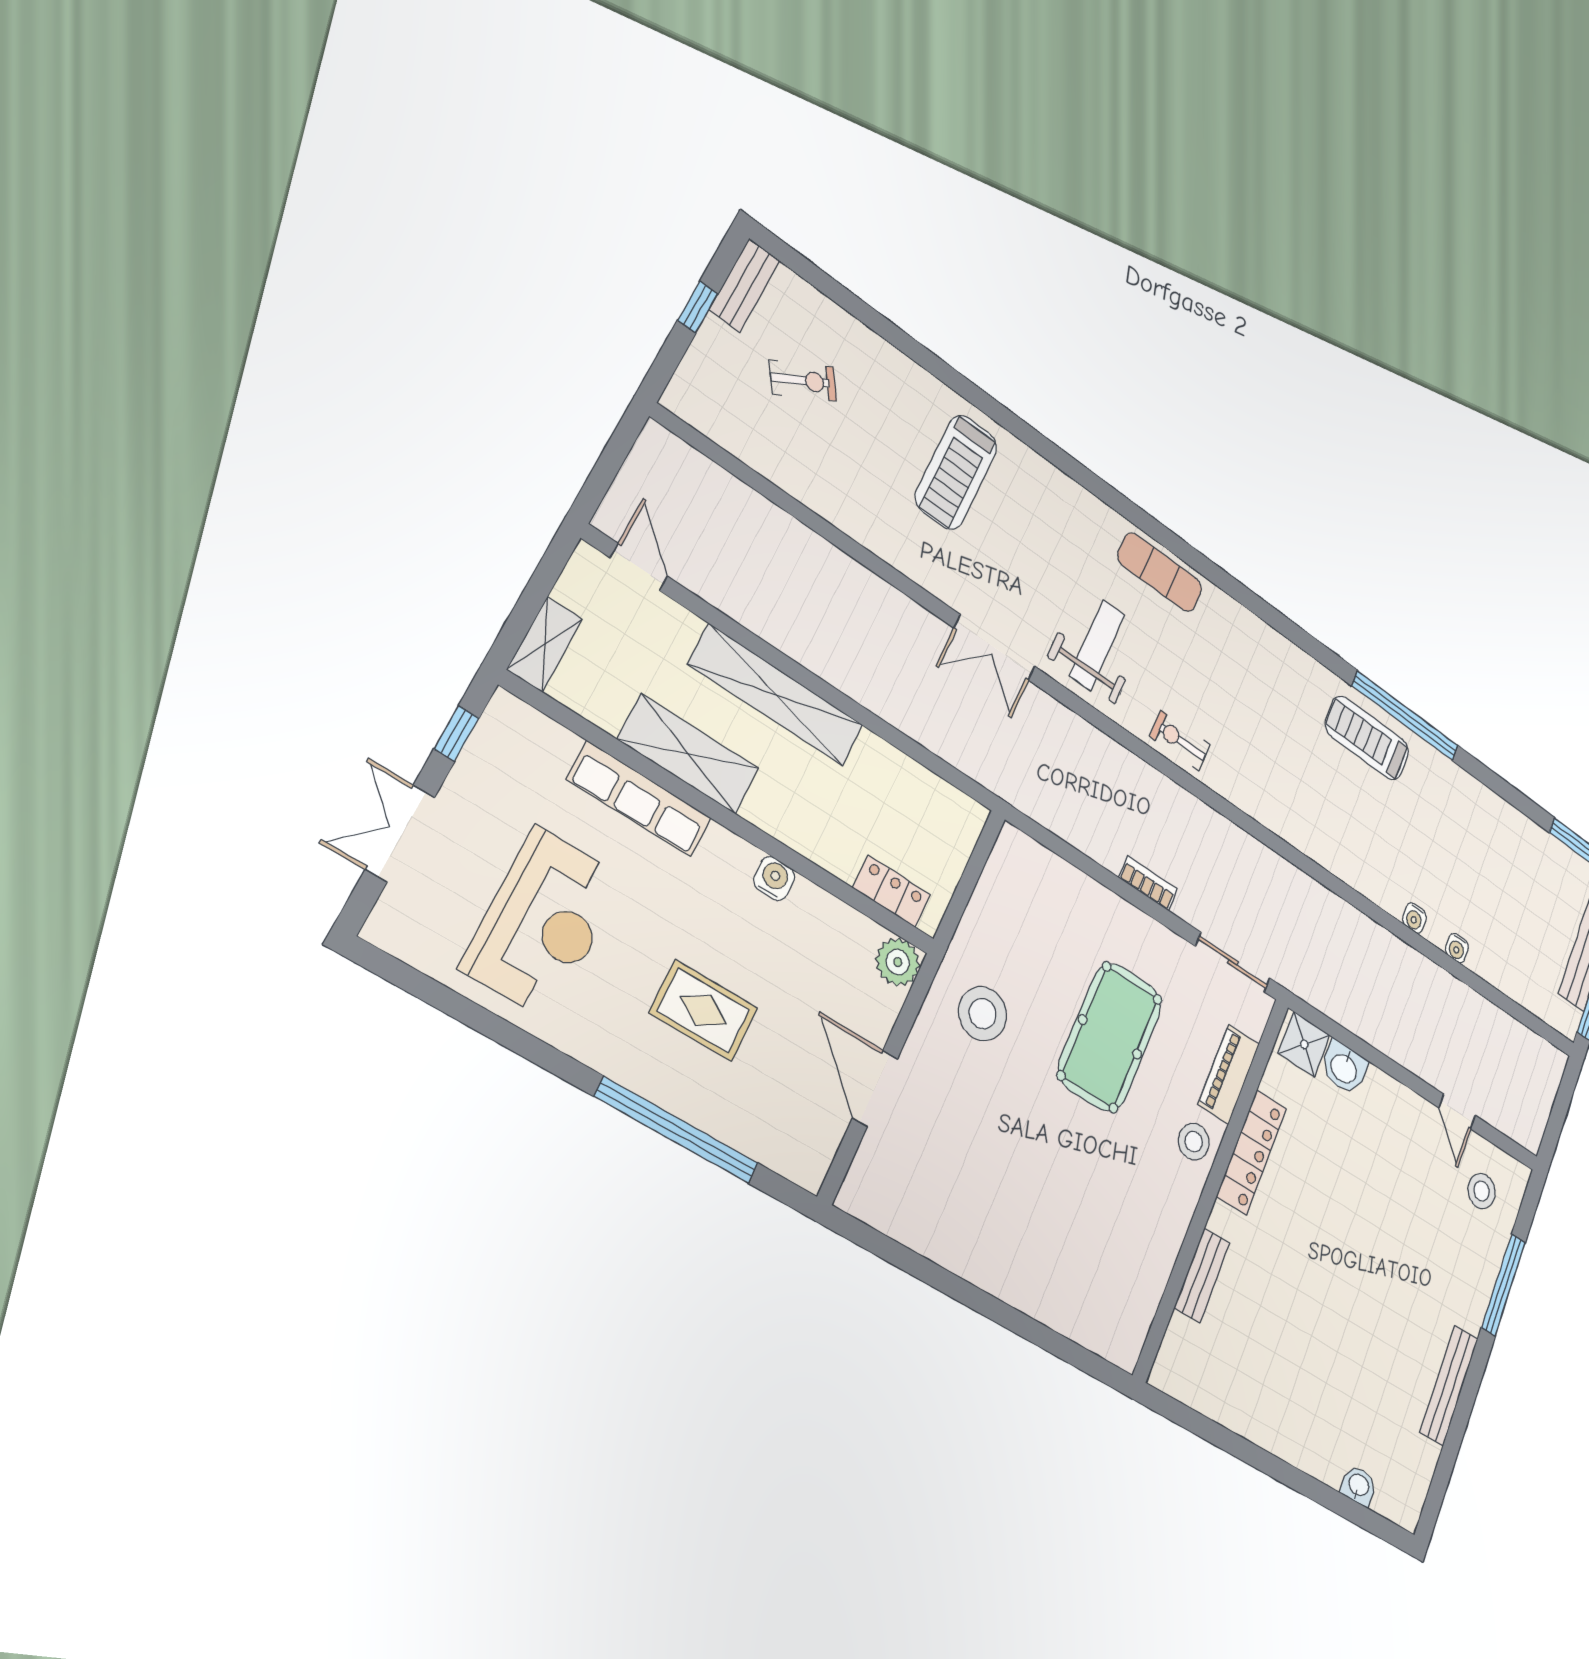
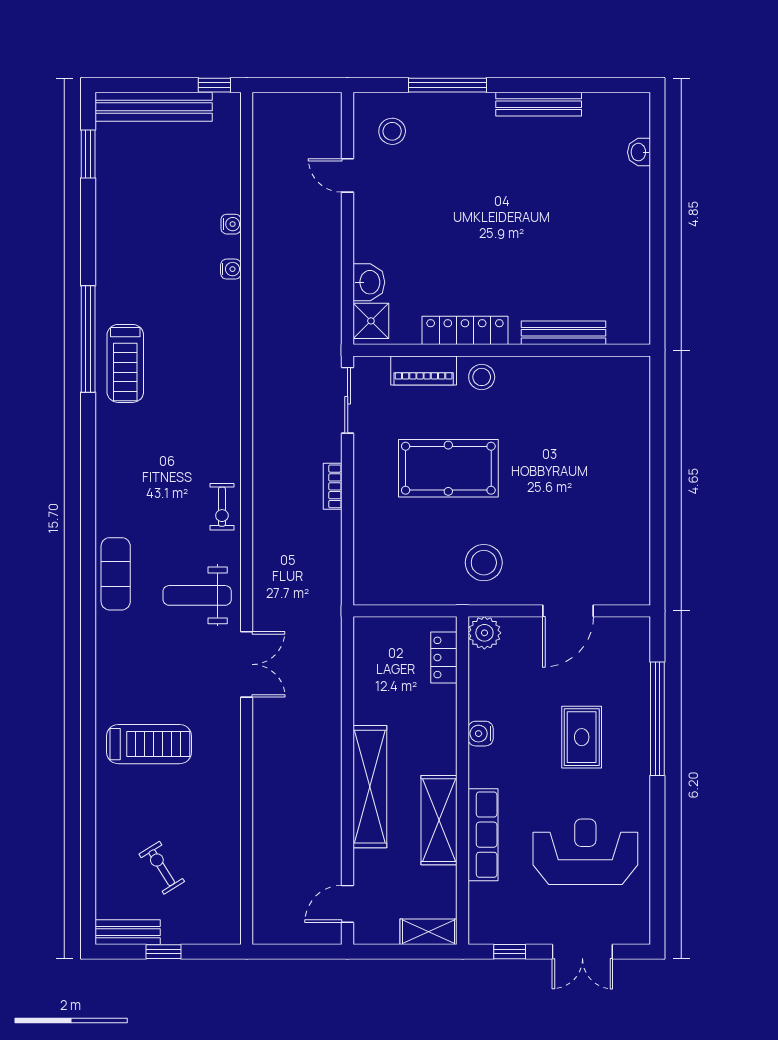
door: (1457, 1112) -> (348, 175), swing flipped
bench: (1202, 1275) -> (563, 333), width x1.36

